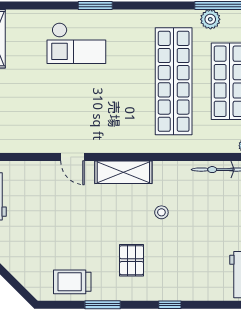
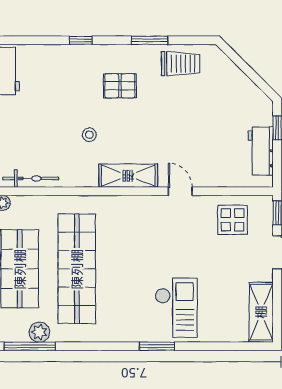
checkout: (76, 43) -> (176, 308), turned 90
display table: (21, 129) -> (233, 220), added
pallet: (132, 260) -> (120, 86), turned 90

